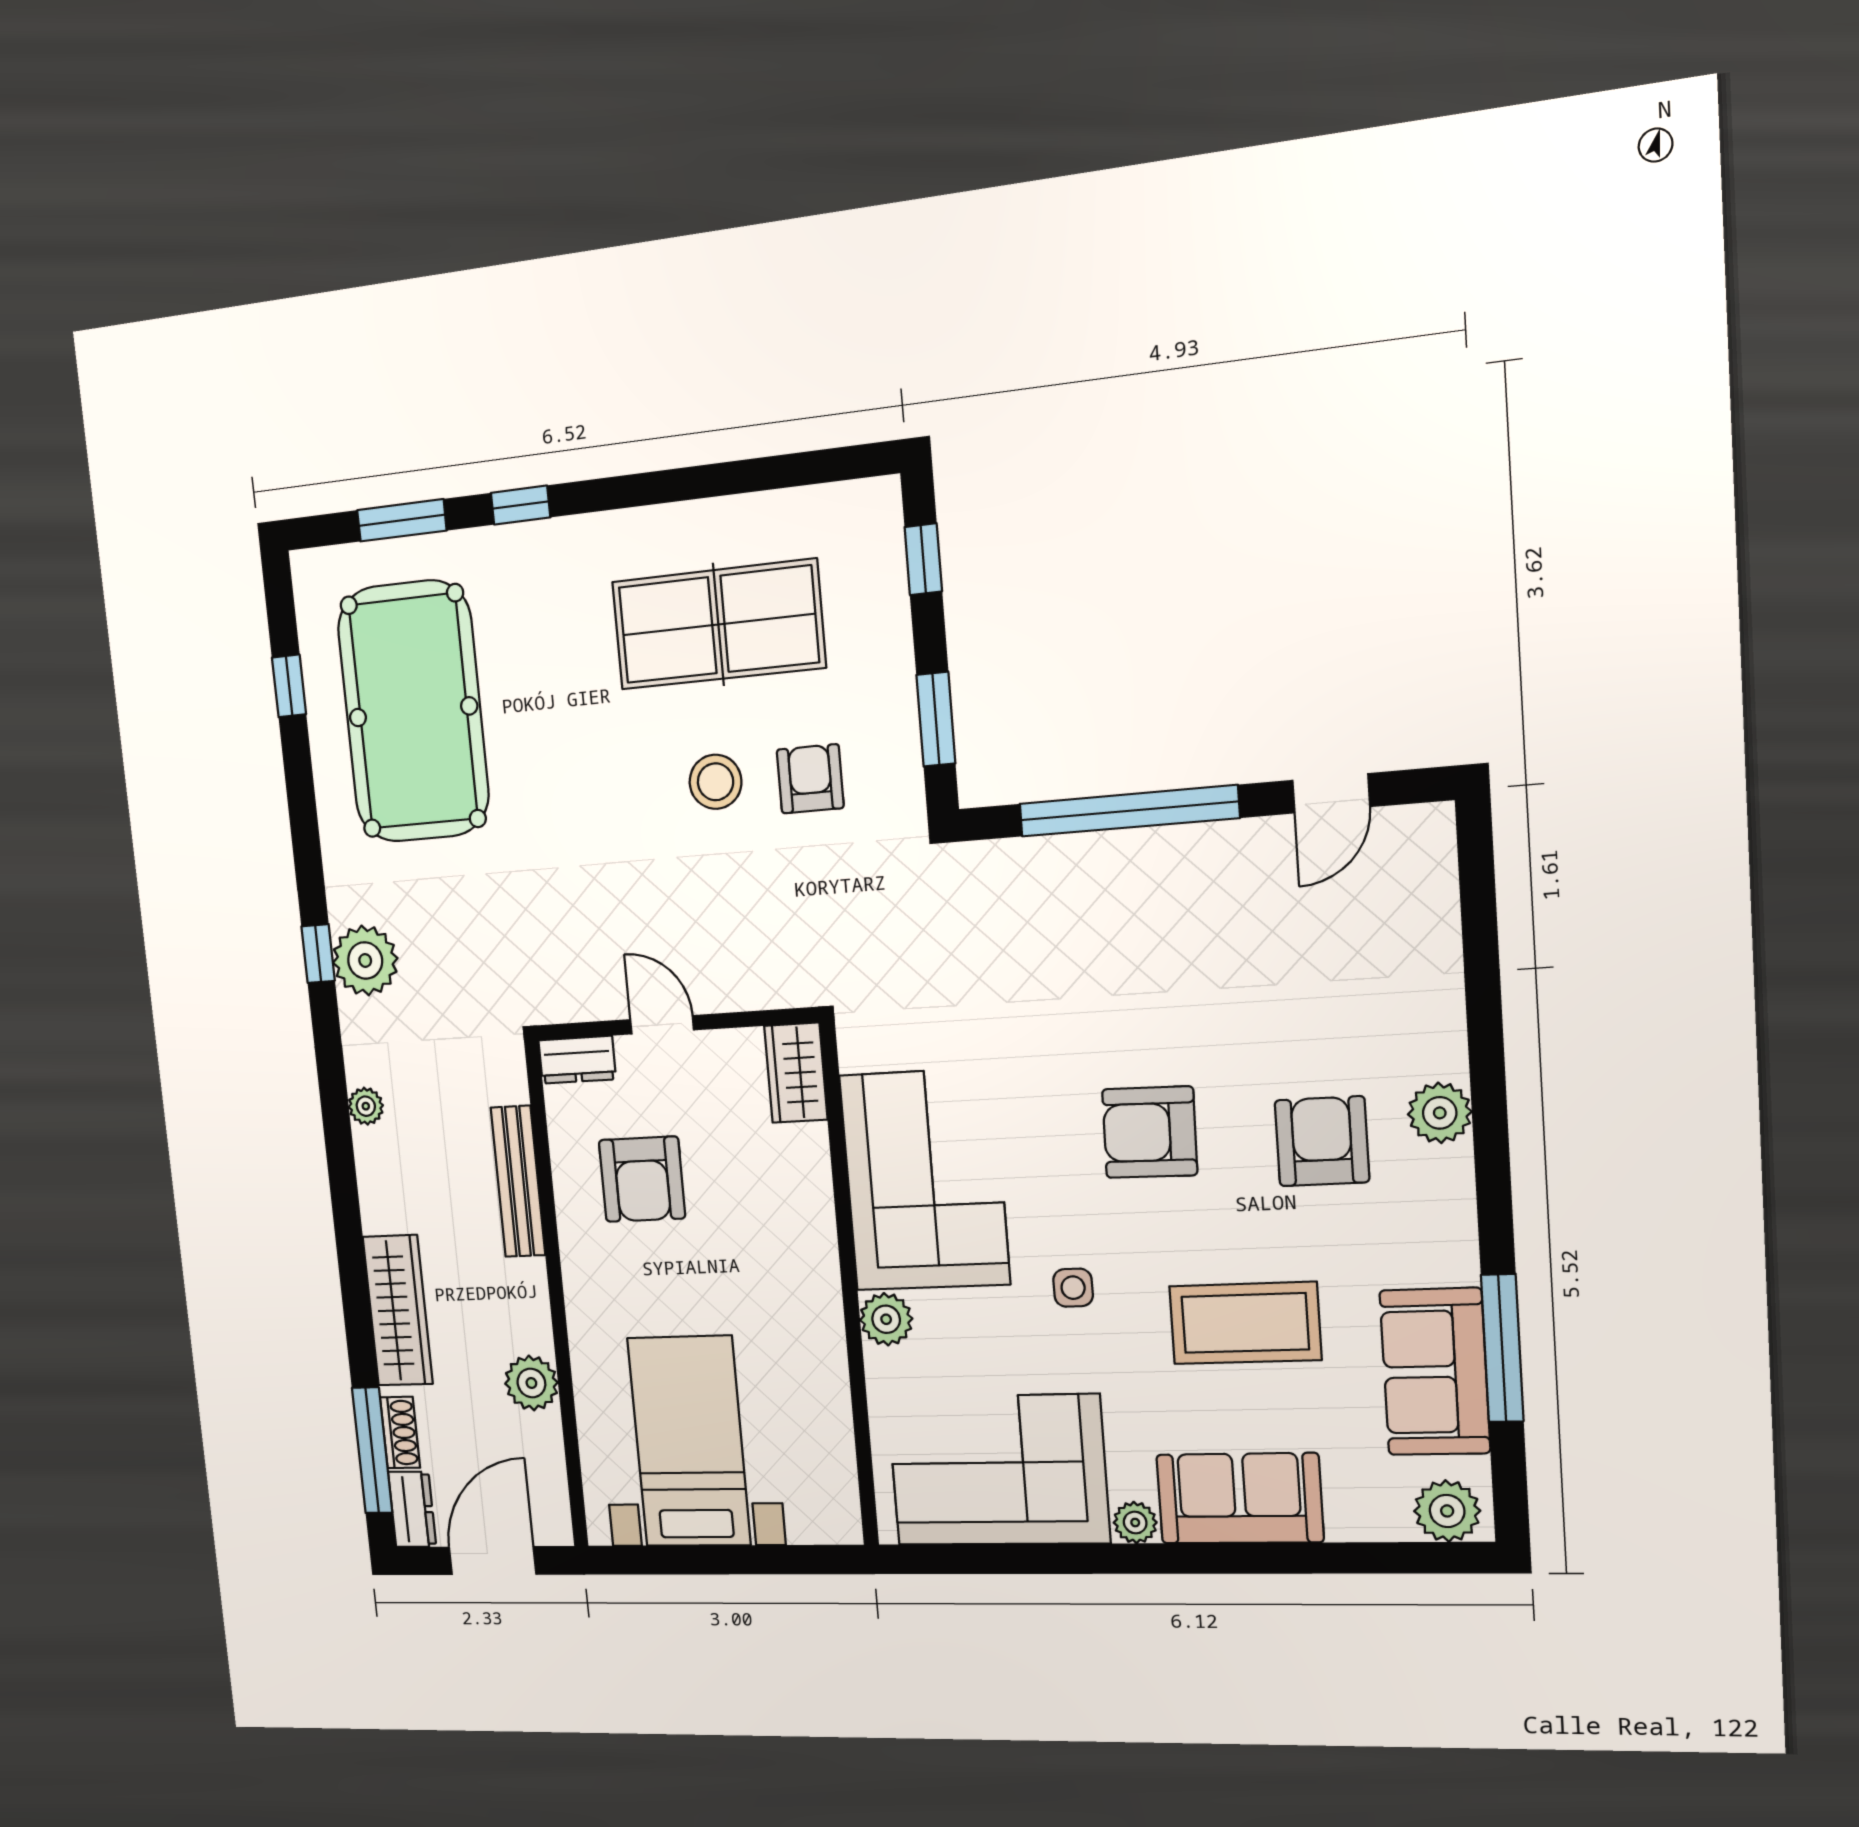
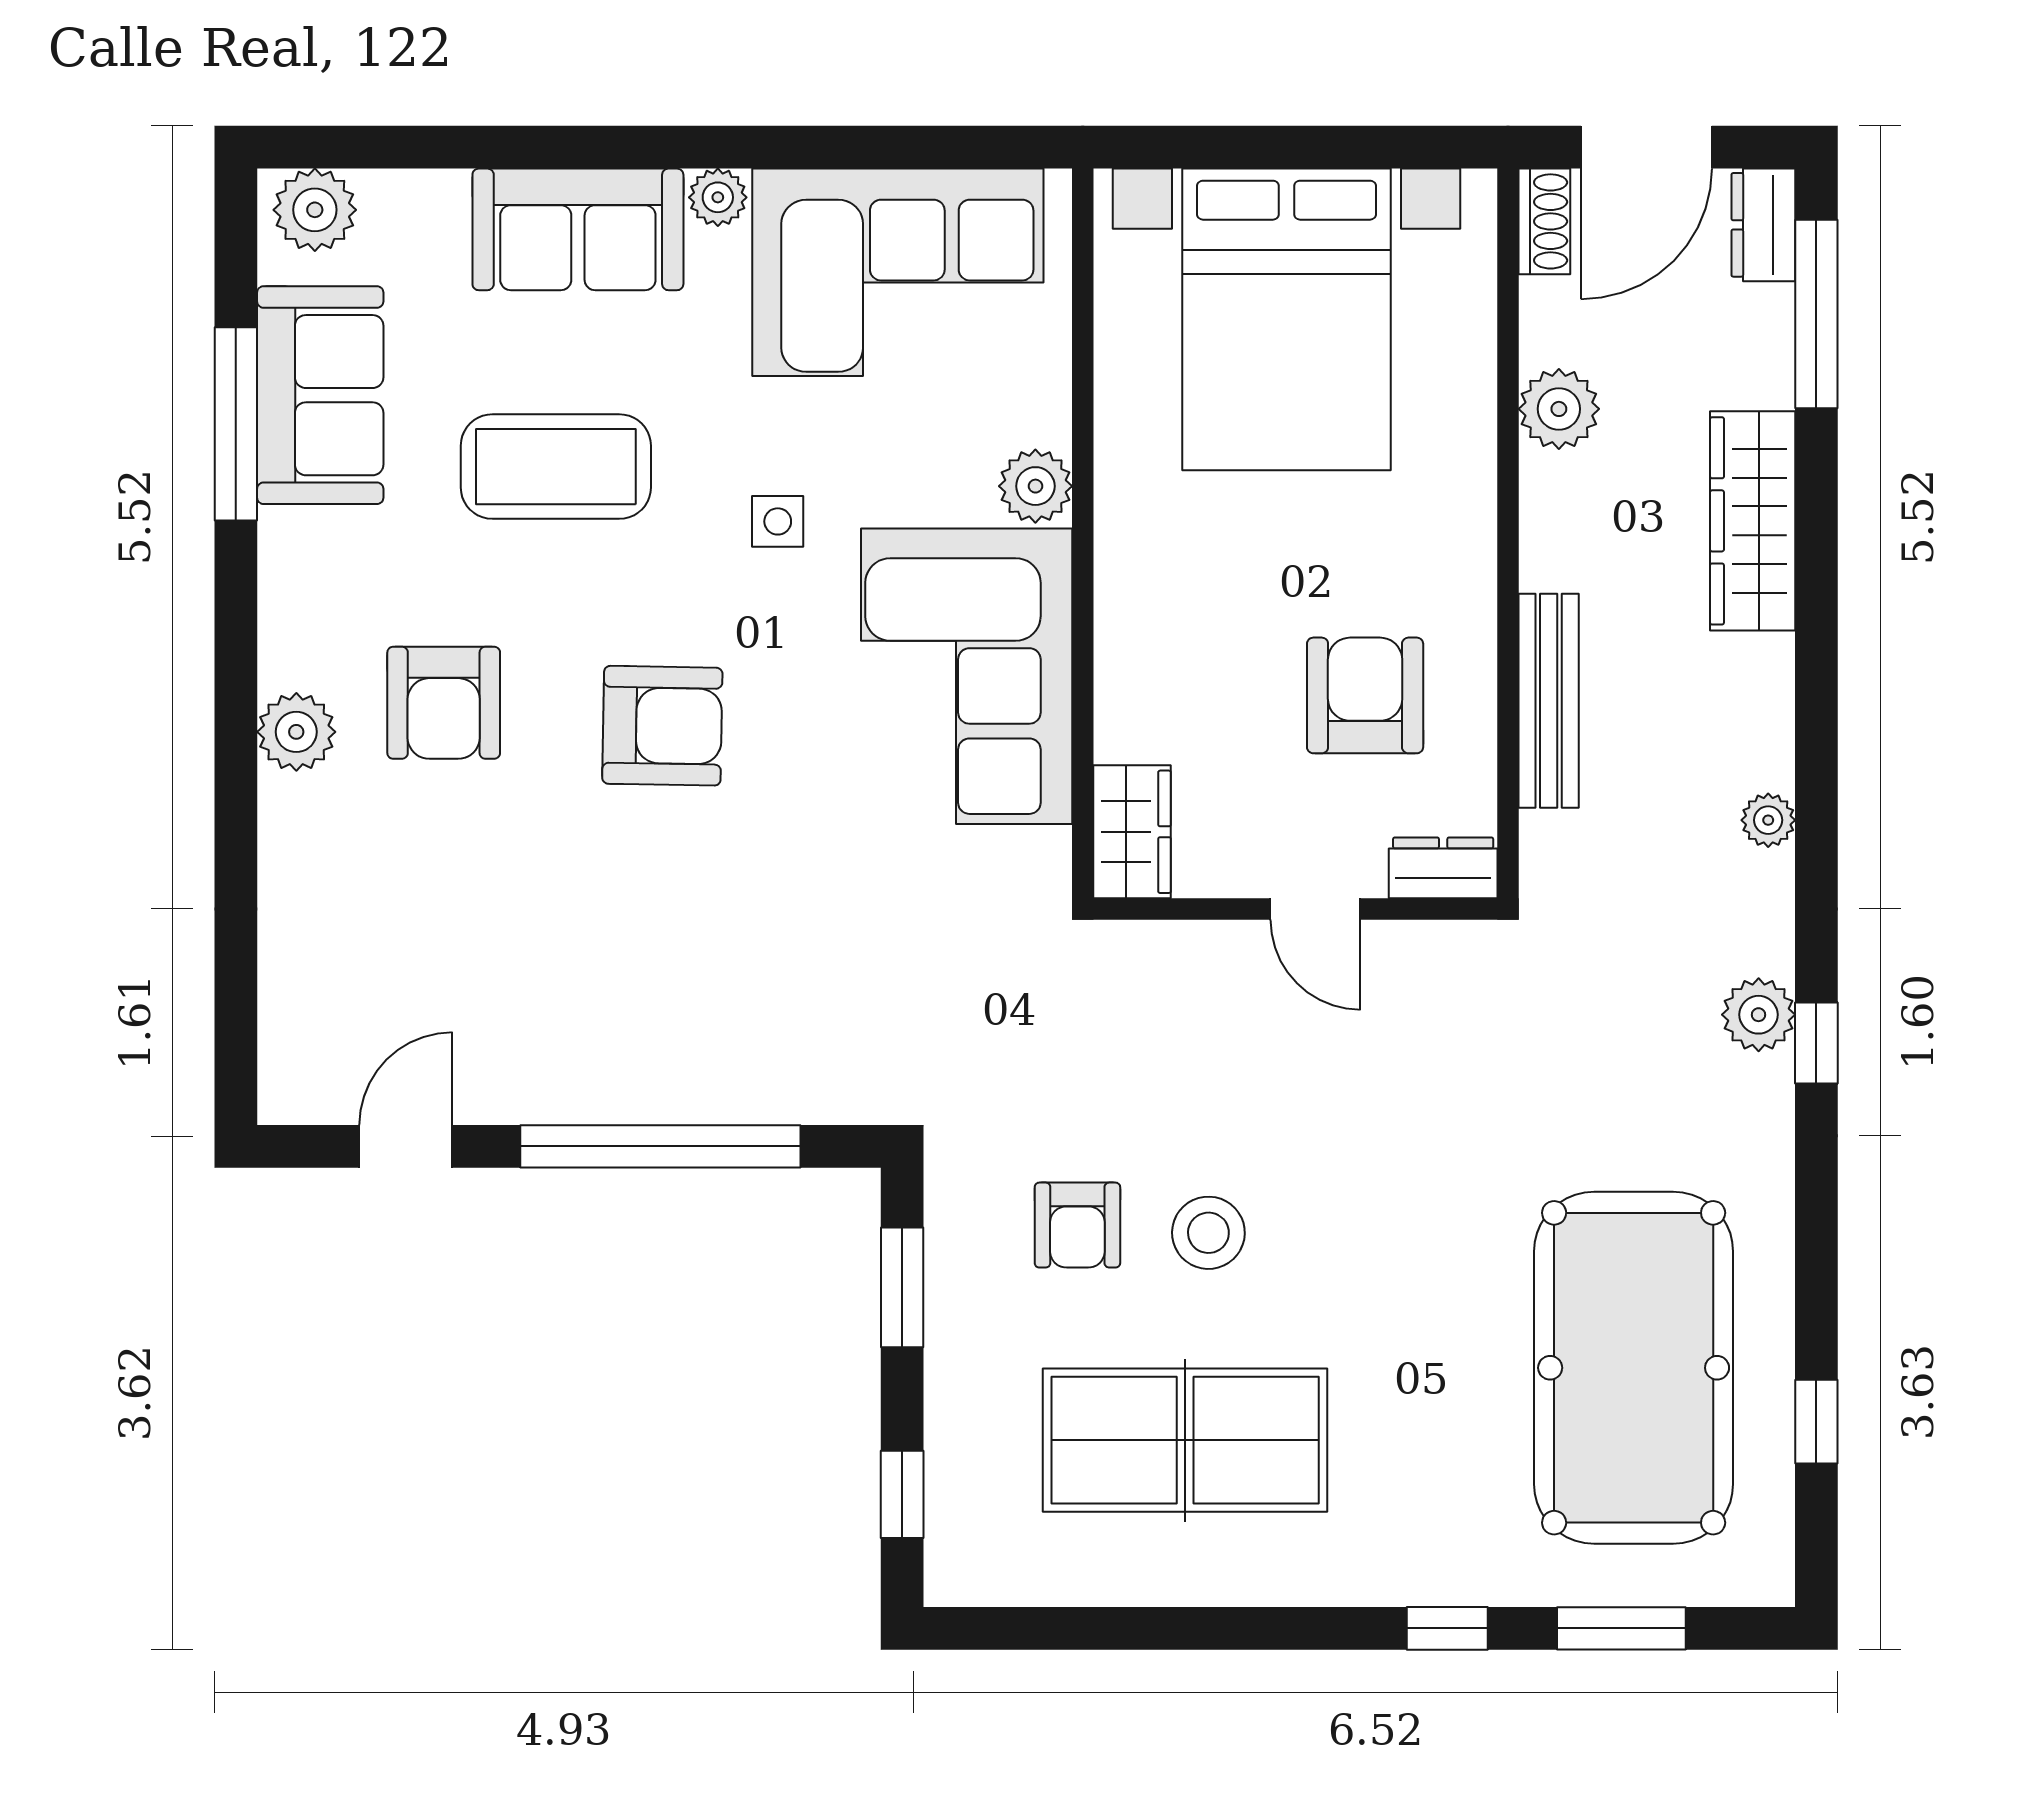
plant: (365, 960) -> (1759, 1015), width x0.73, depth x0.73
shoe rack: (400, 1433) -> (1544, 221), moved, turned 180
bed with nightstands: (689, 1442) -> (1286, 319), width x1.36

